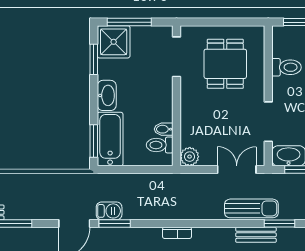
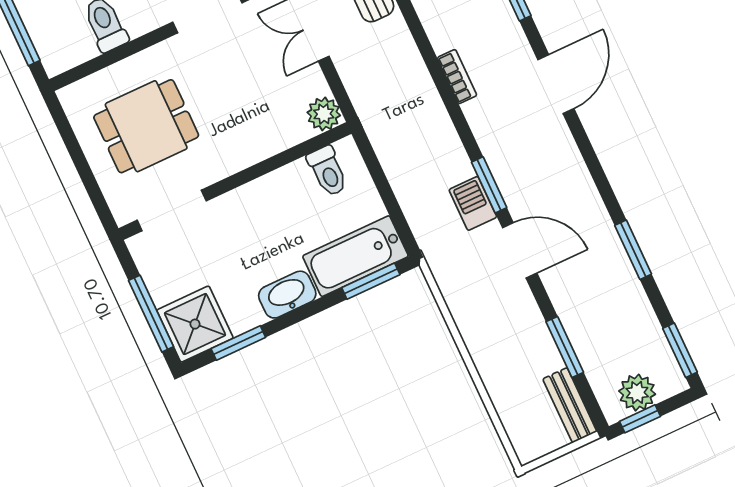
bidet: (164, 129) -> (299, 177), removed

